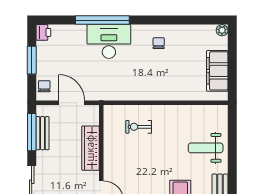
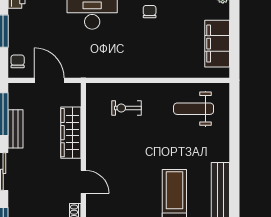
bench: (42, 133) -> (16, 129), moved
weight bench: (206, 148) -> (194, 109), moved

